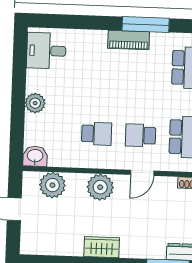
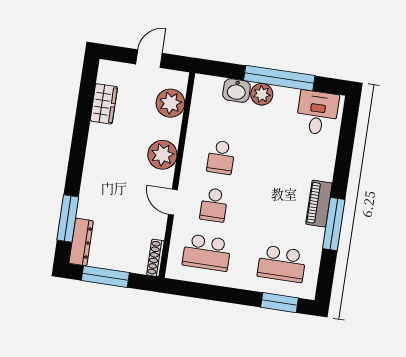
window: (19, 89) -> (279, 78), added
school desk: (141, 135) -> (214, 205), turned 180
washbasin: (35, 156) -> (237, 91), moved, turned 90
wardrobe: (102, 247) -> (104, 104), moved

